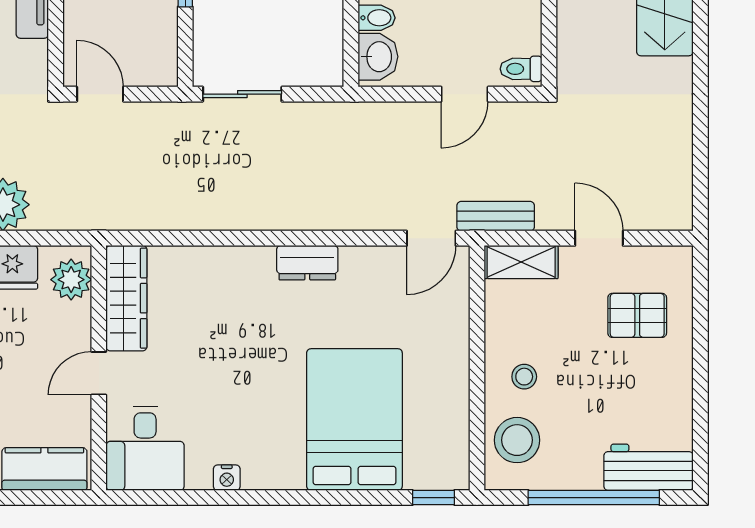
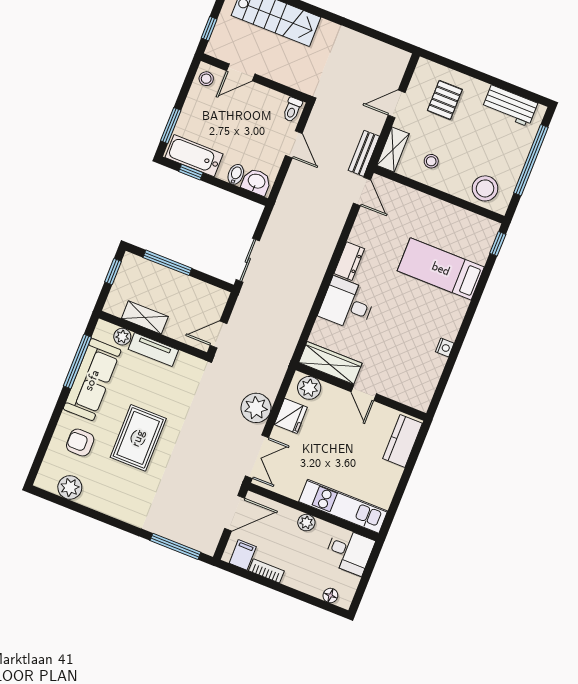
stool: (524, 377) -> (431, 161), moved
bed: (354, 420) -> (441, 269), width x0.67
desk: (145, 448) -> (347, 304), moved, turned 180
workbench: (648, 467) -> (510, 106), moved, turned -90

